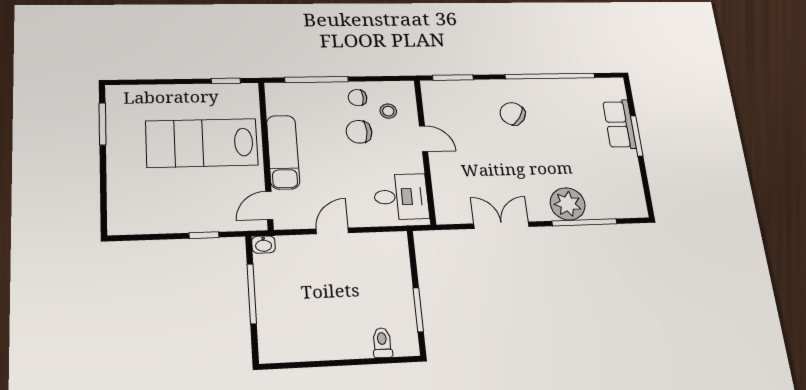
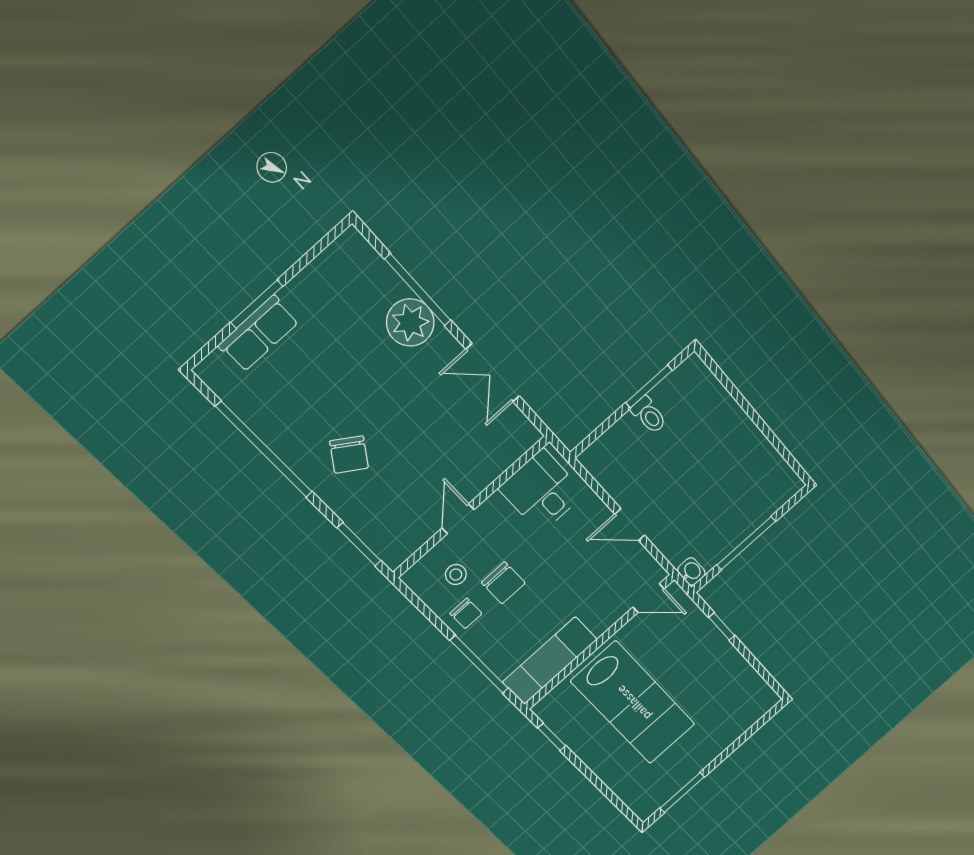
exam couch: (283, 152) -> (550, 661), moved
toilet: (382, 343) -> (649, 415), moved, turned -90

